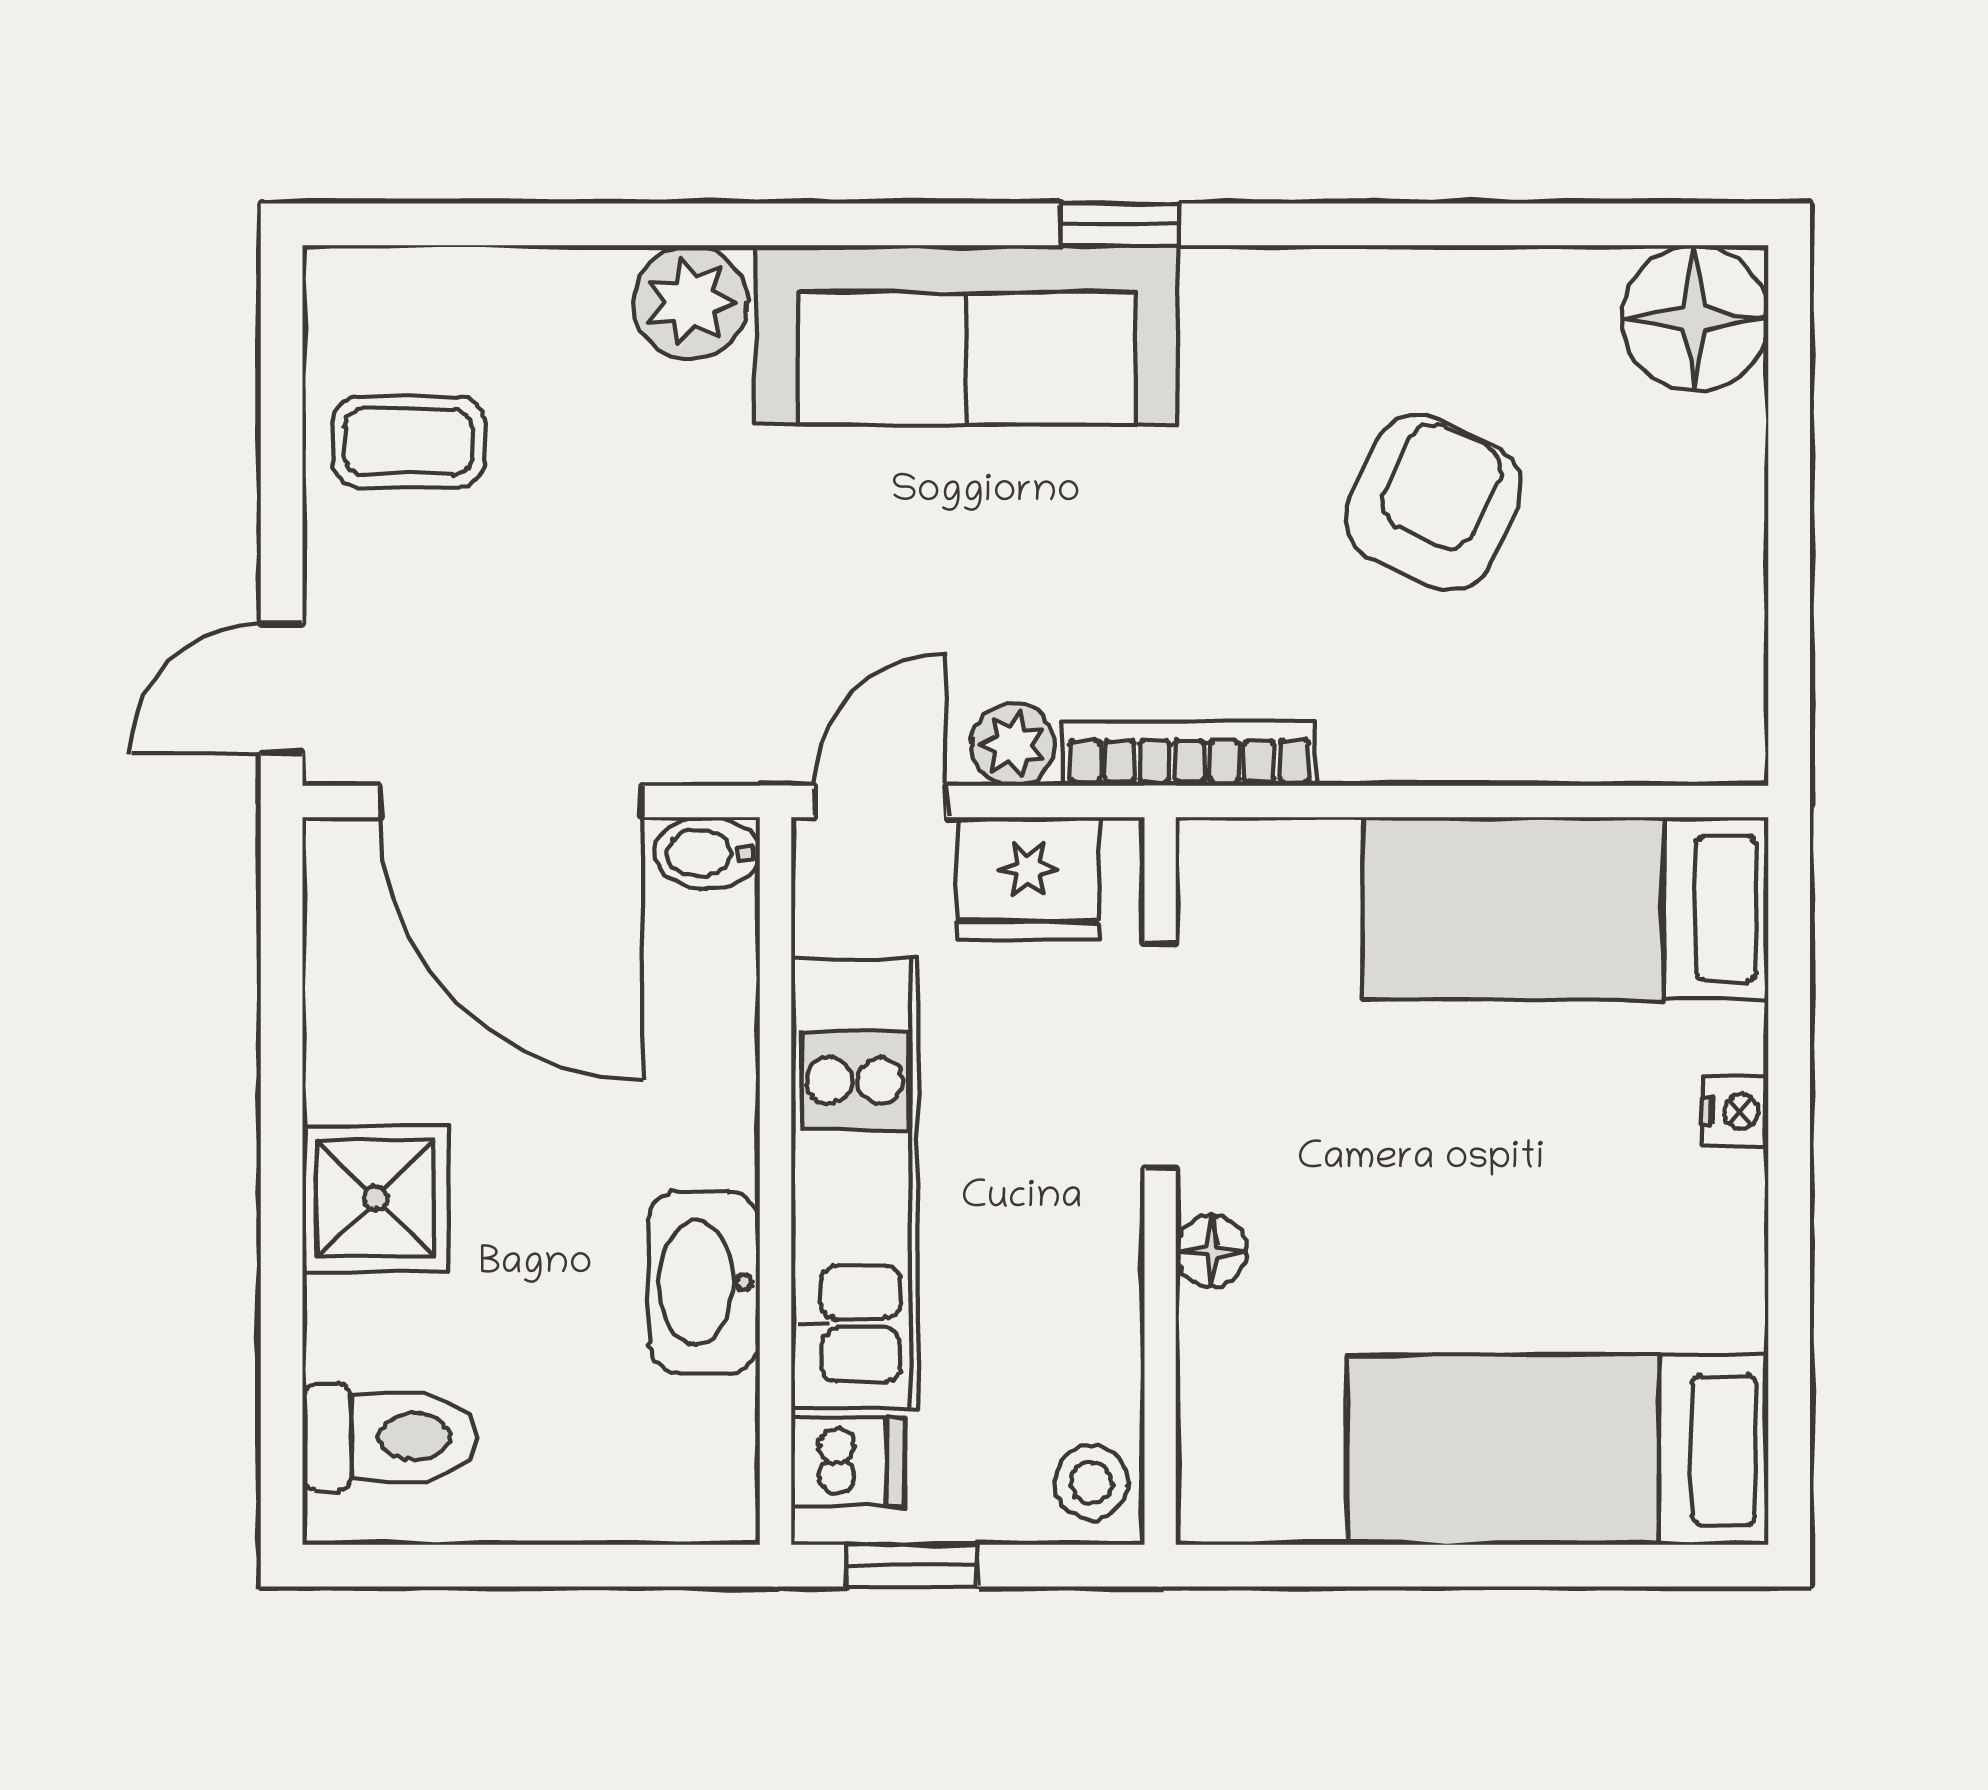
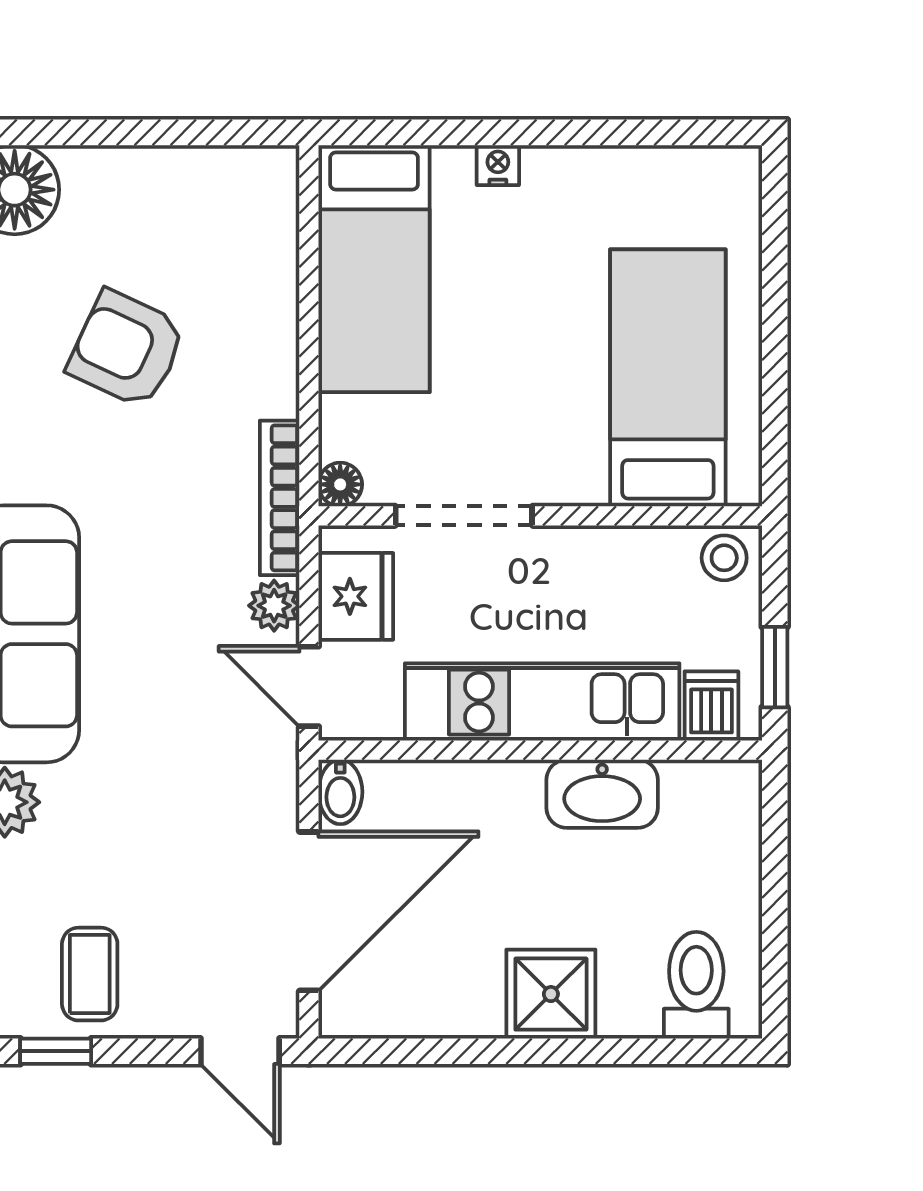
window: (282, 386) -> (56, 1051), added
floor lamp: (1211, 1251) -> (340, 484), moved
bed: (1558, 1450) -> (668, 378), moved, turned 180

